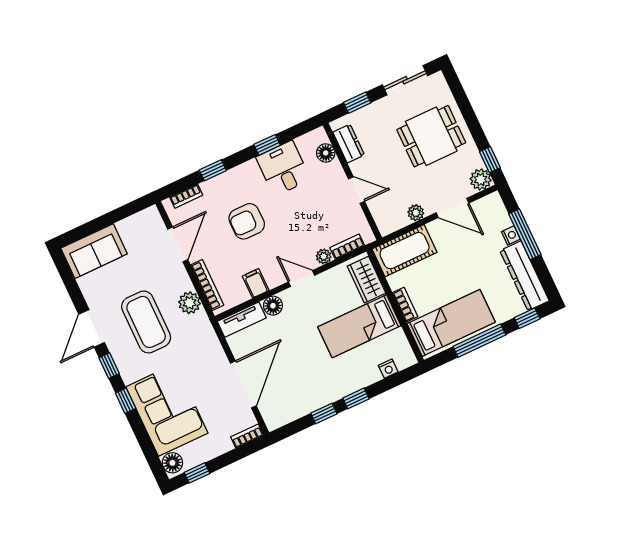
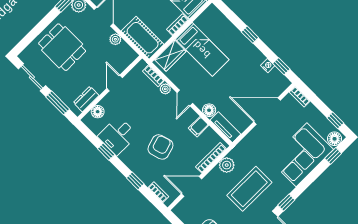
window: (357, 103) -> (58, 103), width x1.50
armchair: (247, 221) -> (160, 147), turned -107
nightstand: (388, 369) -> (268, 66), moved
window: (126, 401) -> (333, 156), moved
window: (324, 413) -> (281, 66), moved

